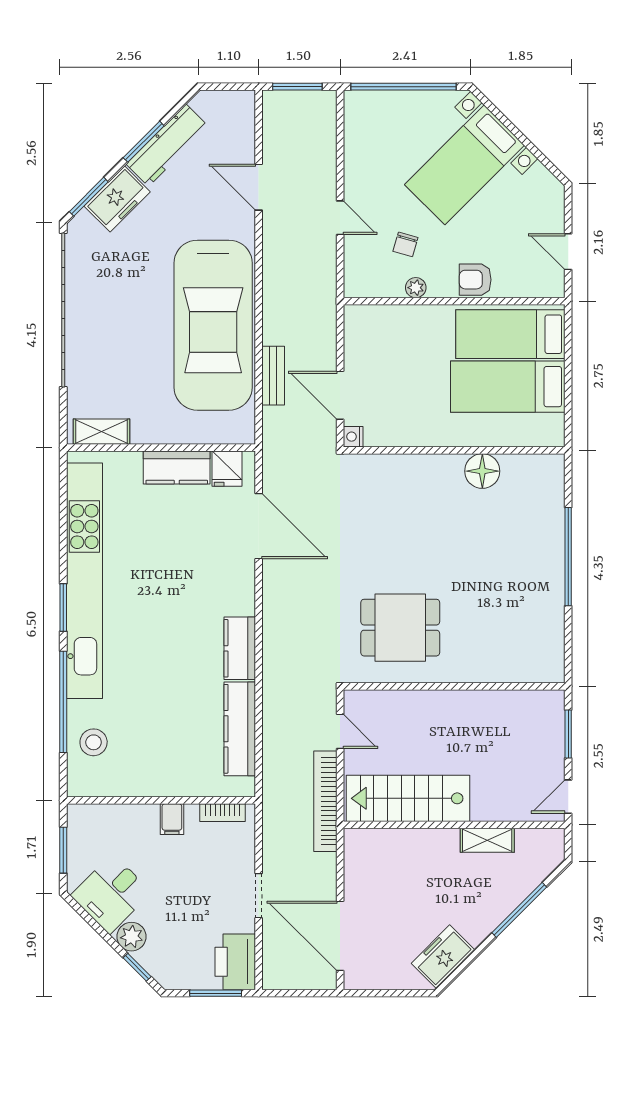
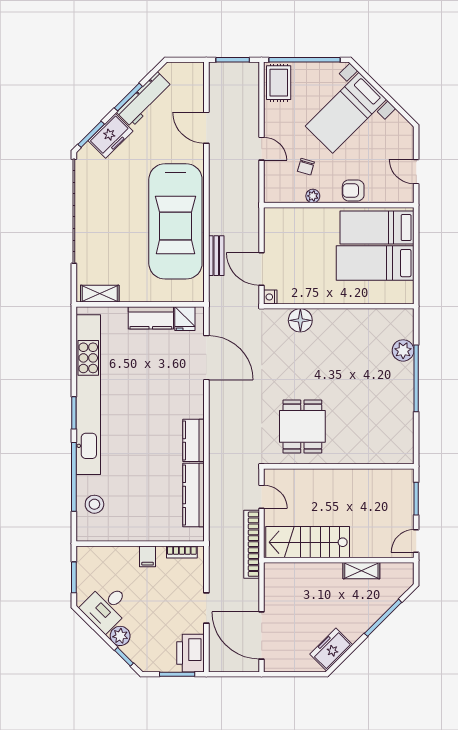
rug: (365, 120) -> (279, 83), added
floor lamp: (482, 471) -> (300, 320), moved
plant: (549, 516) -> (403, 350), added
dining table: (400, 628) -> (302, 426), turned 90

